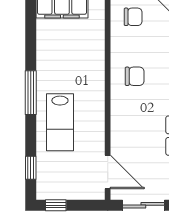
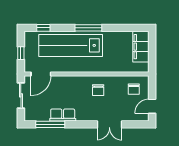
lab bench: (60, 122) -> (71, 45), width x1.86, depth x1.39
window: (56, 205) -> (21, 53), moved

